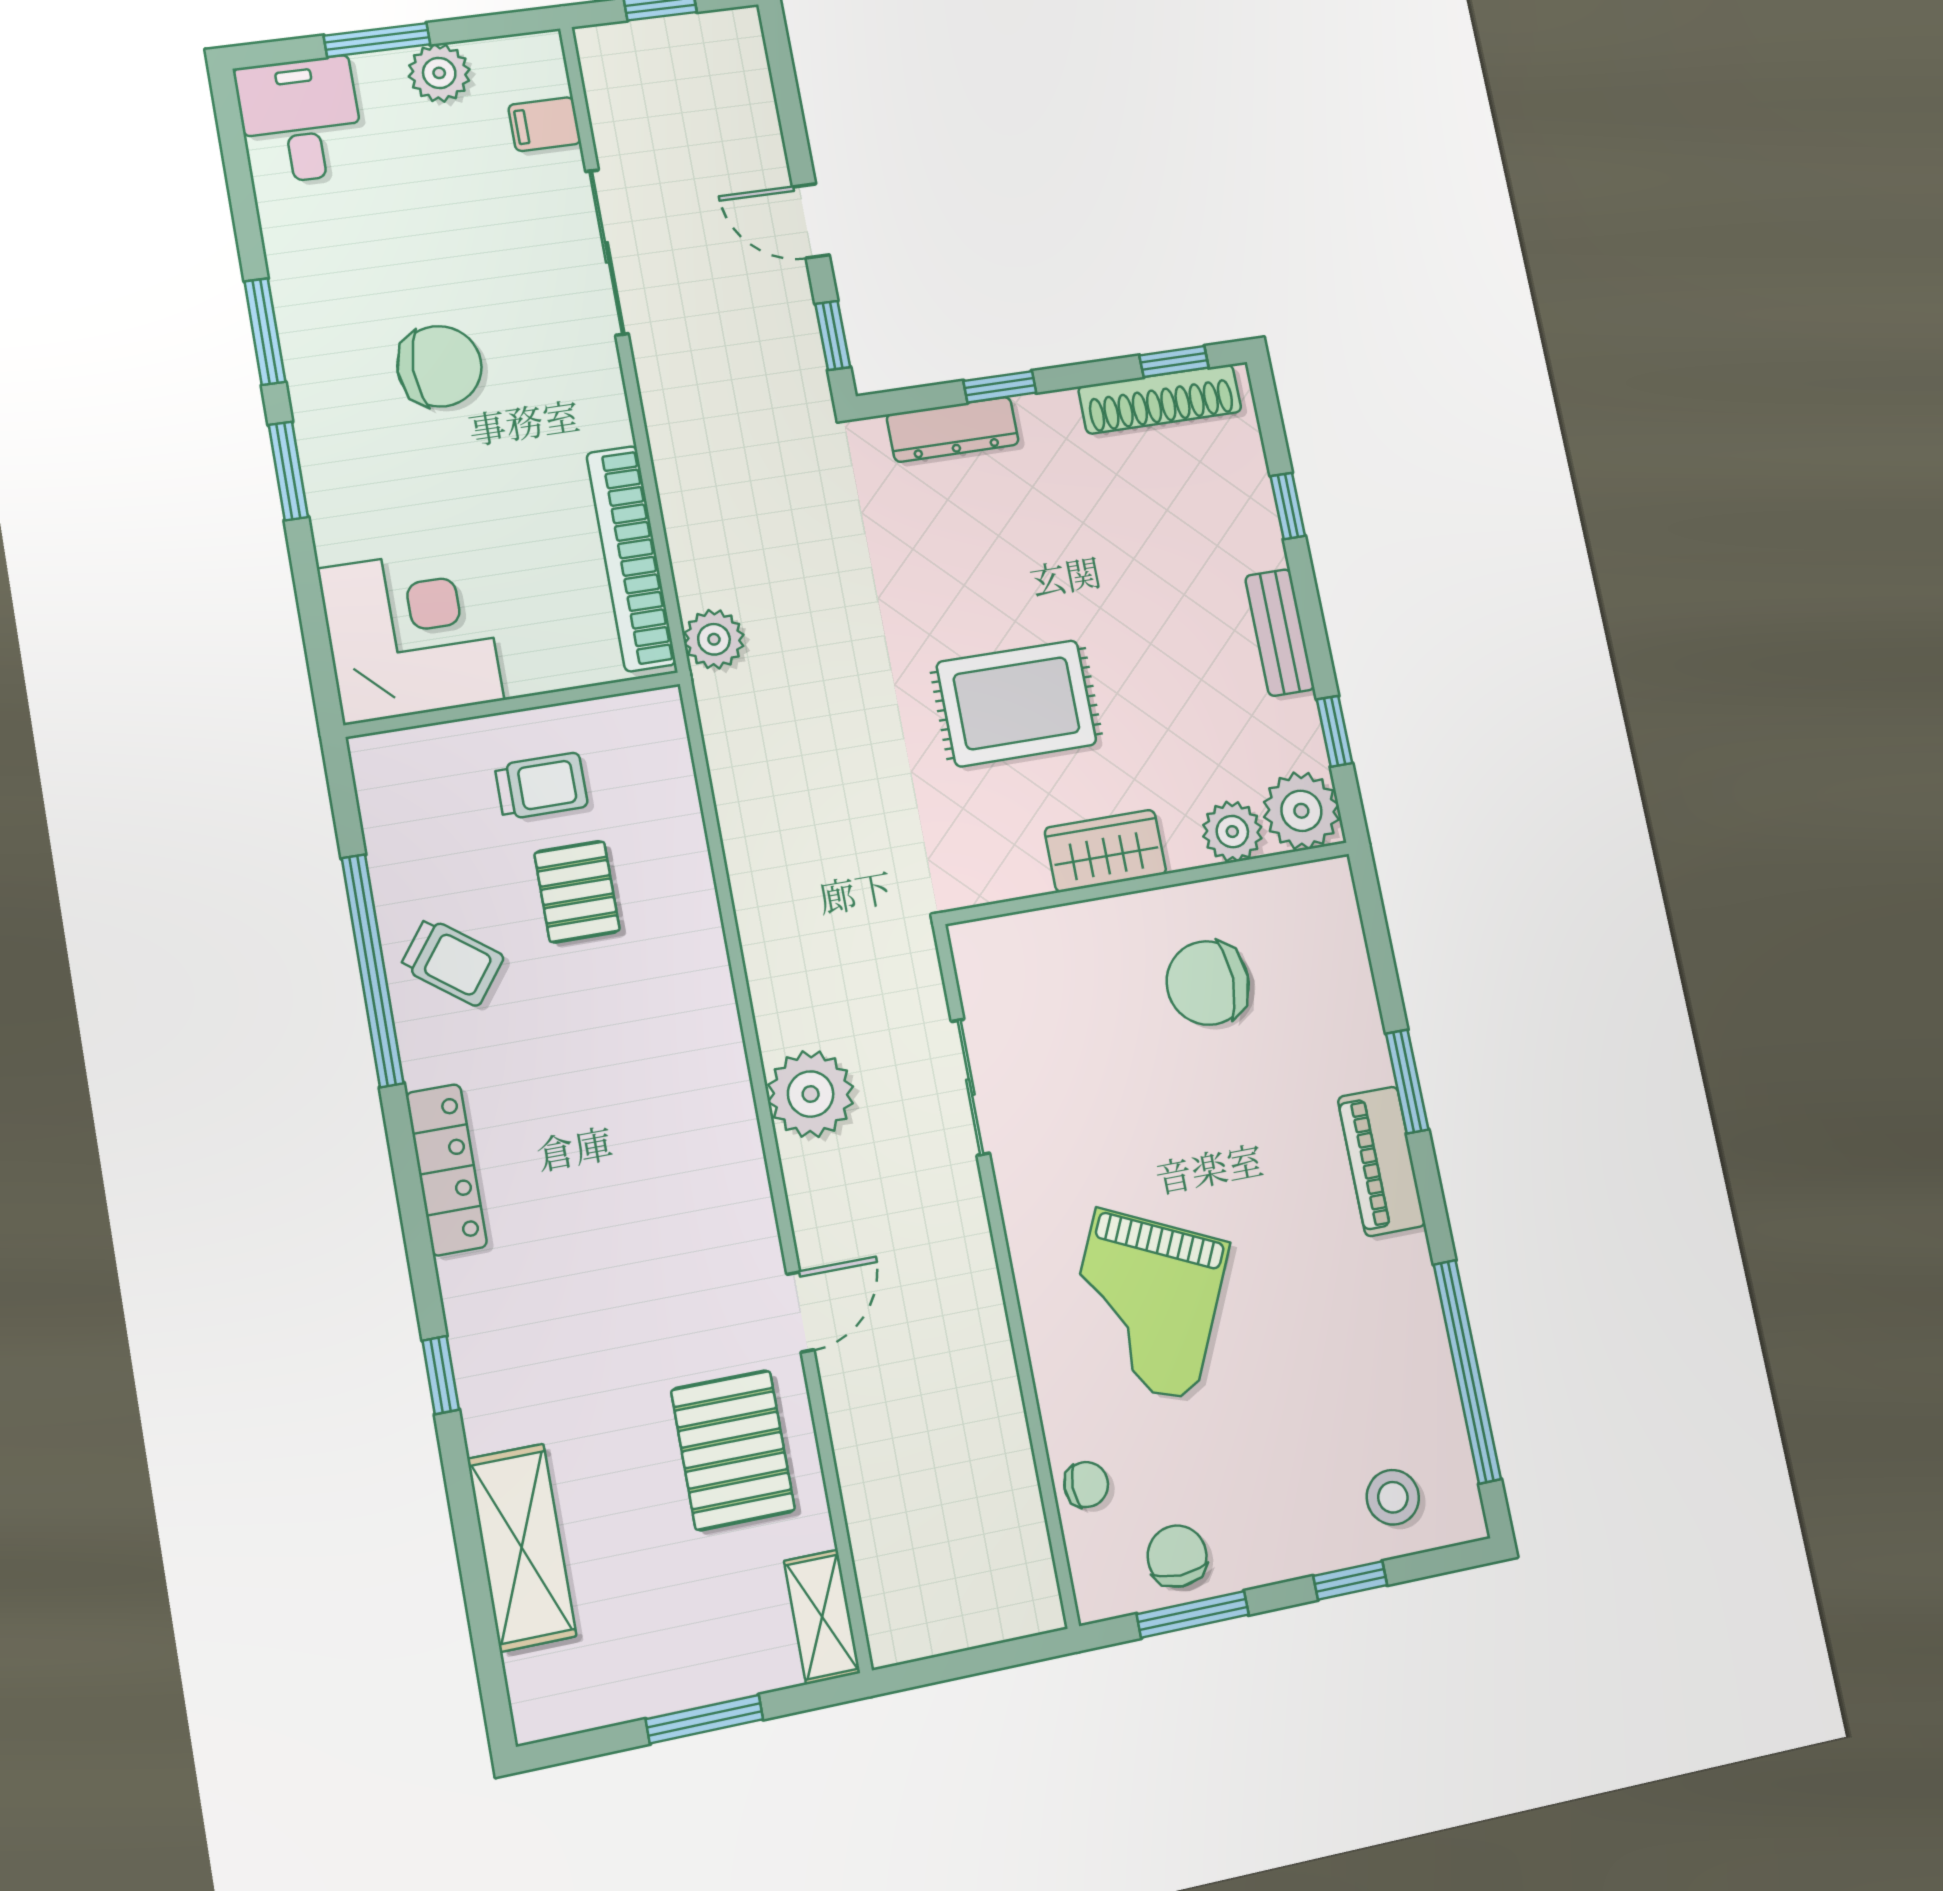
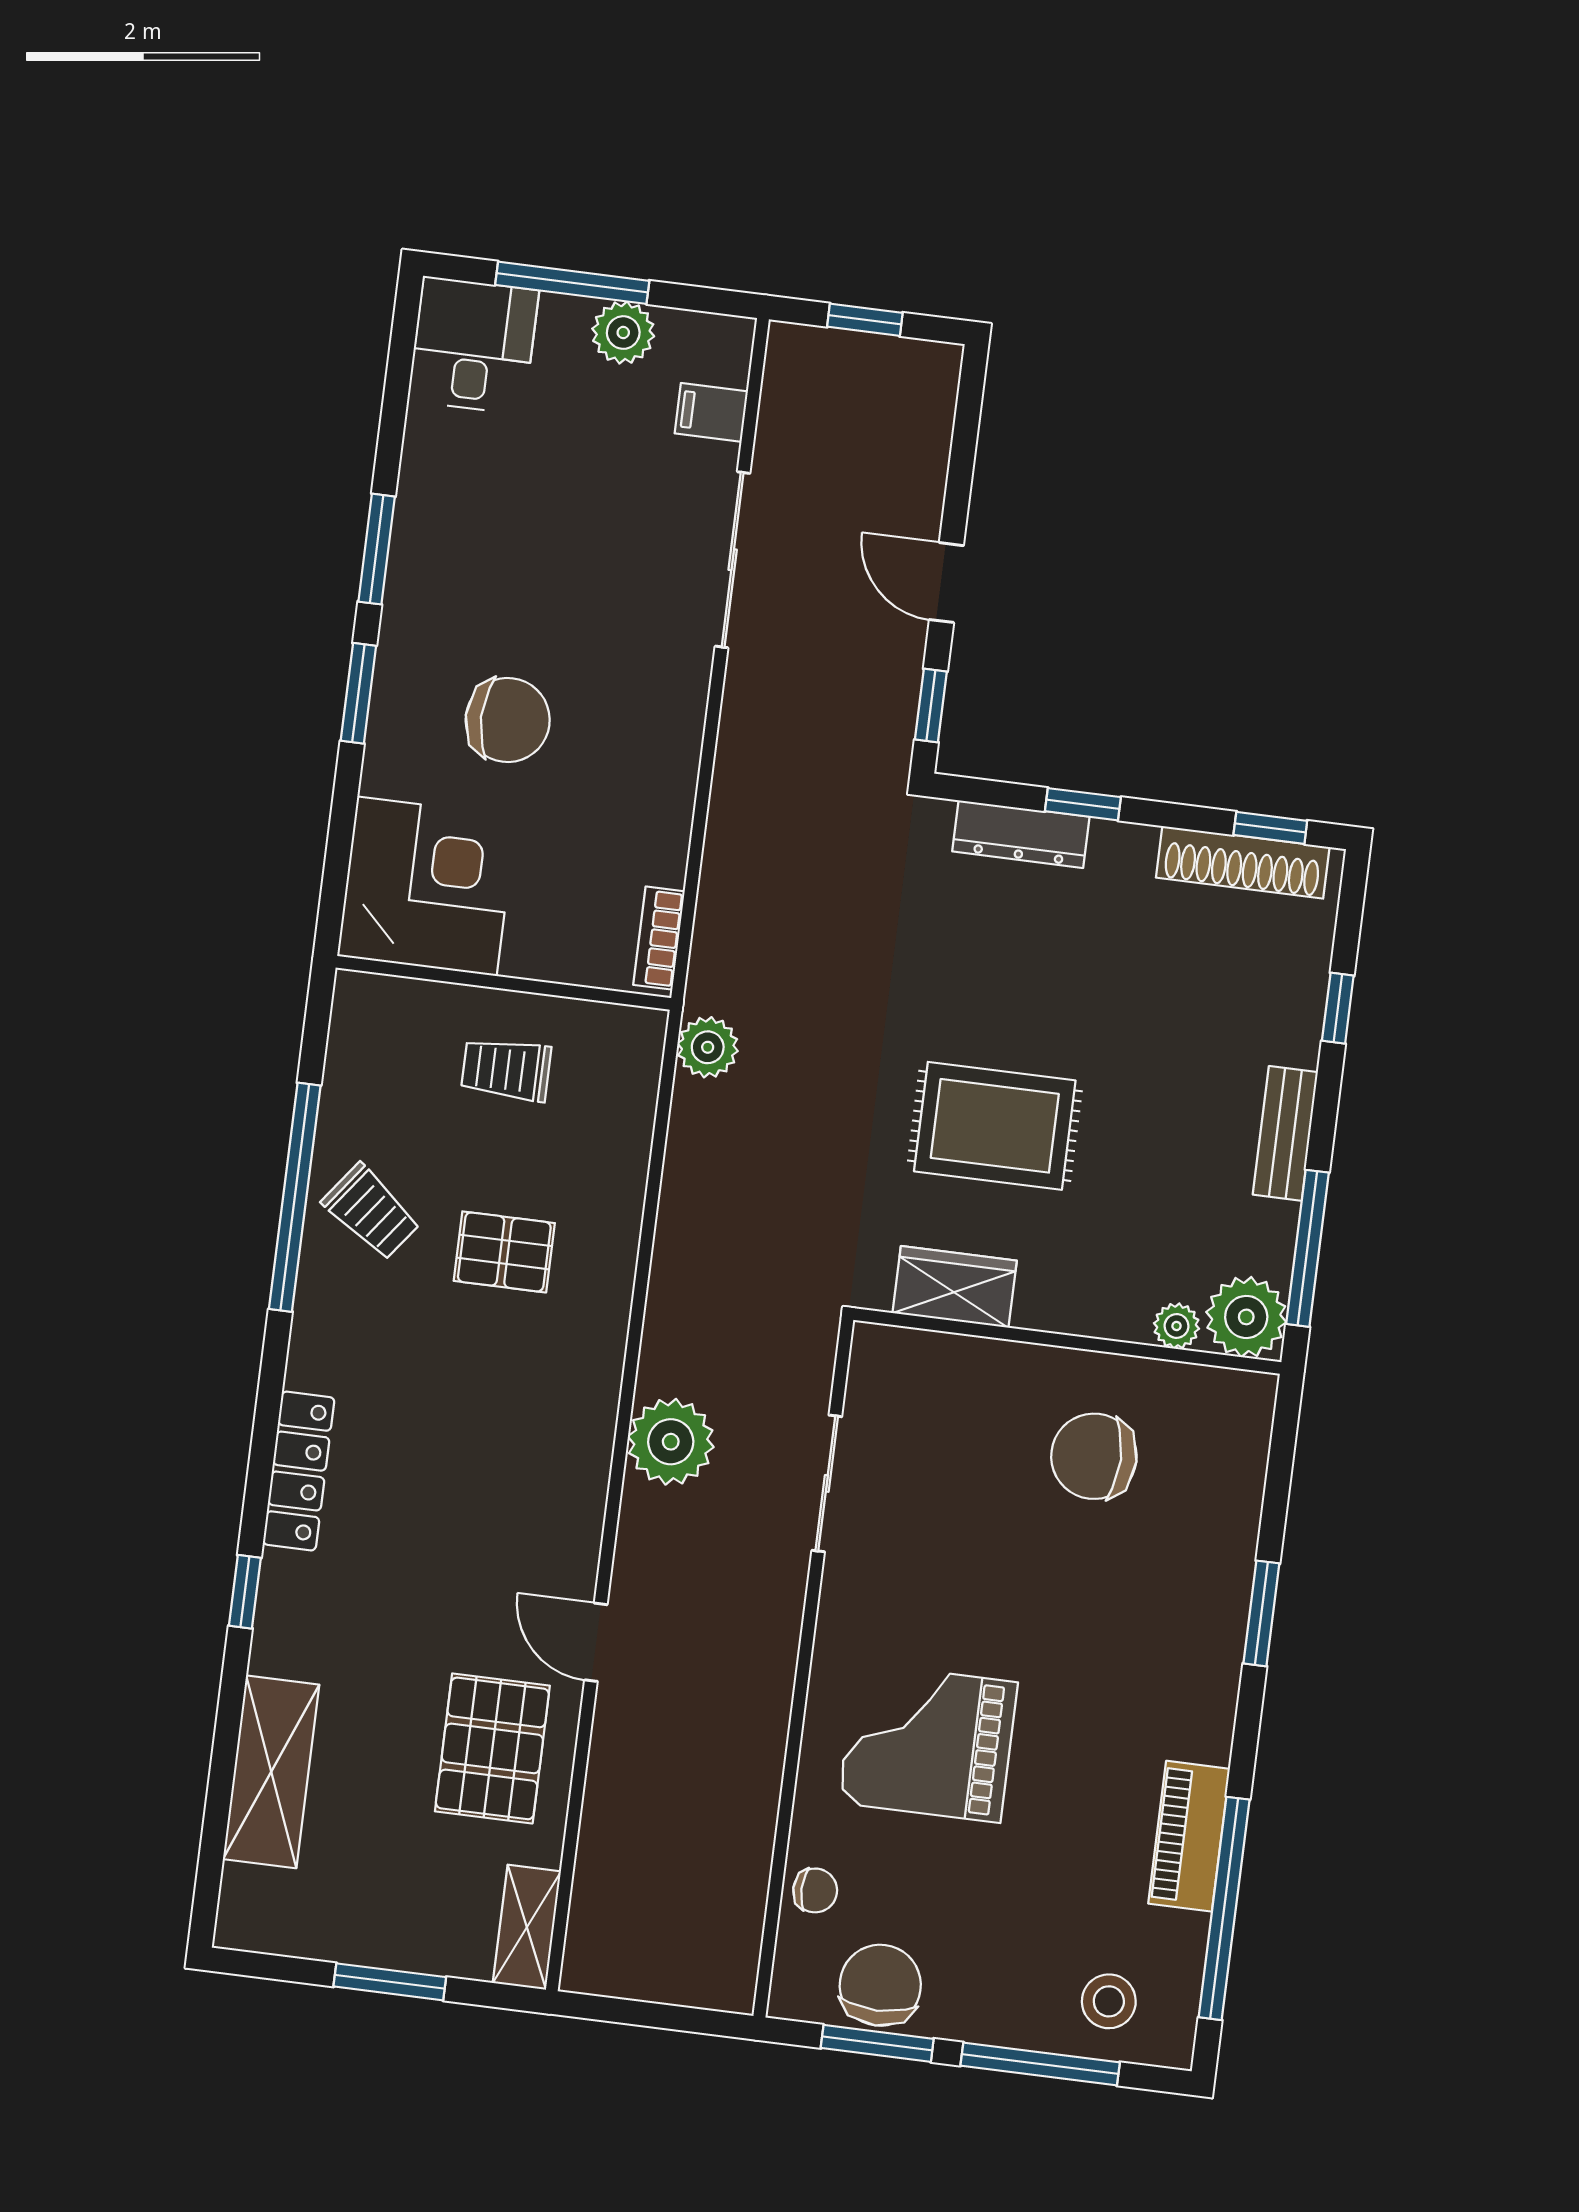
window: (377, 40) -> (572, 283), width x1.44
chair: (439, 366) -> (508, 720), moved
bookcase: (631, 558) -> (659, 938), width x0.43, depth x0.76
plant: (714, 639) -> (708, 1047), moved
window: (1335, 731) -> (1307, 1248), width x2.17
trolley: (541, 786) -> (506, 1070), turned 180
plant: (1232, 832) -> (1177, 1326), width x0.73, depth x0.73
wardrobe: (1105, 851) -> (955, 1287), moved
pallet: (577, 892) -> (504, 1252), moved, turned 90
piano: (1381, 1161) -> (1189, 1836), moved
locker: (446, 1170) -> (299, 1471), moved
grand piano: (1145, 1305) -> (928, 1743), turned 65
door: (800, 1312) -> (596, 1642), swing flipped
chair: (1177, 1556) -> (880, 1985), width x1.37, depth x1.37
window: (1350, 1580) -> (1040, 2064), width x2.17

